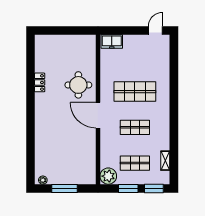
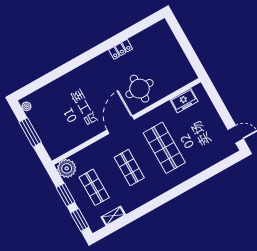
freezer: (112, 41) -> (184, 100), moved, turned -90

